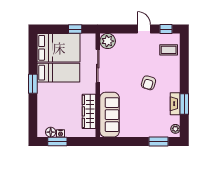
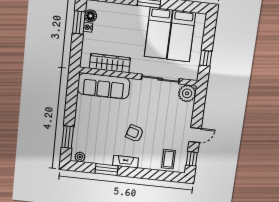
bed: (59, 48) -> (181, 36), width x0.67
fireplace: (175, 104) -> (126, 162), moved

